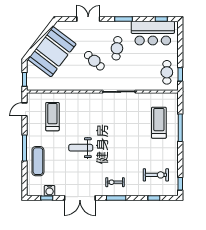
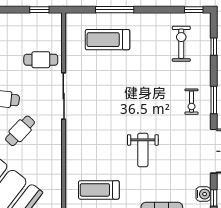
cafe table: (167, 72) -> (41, 60), moved

